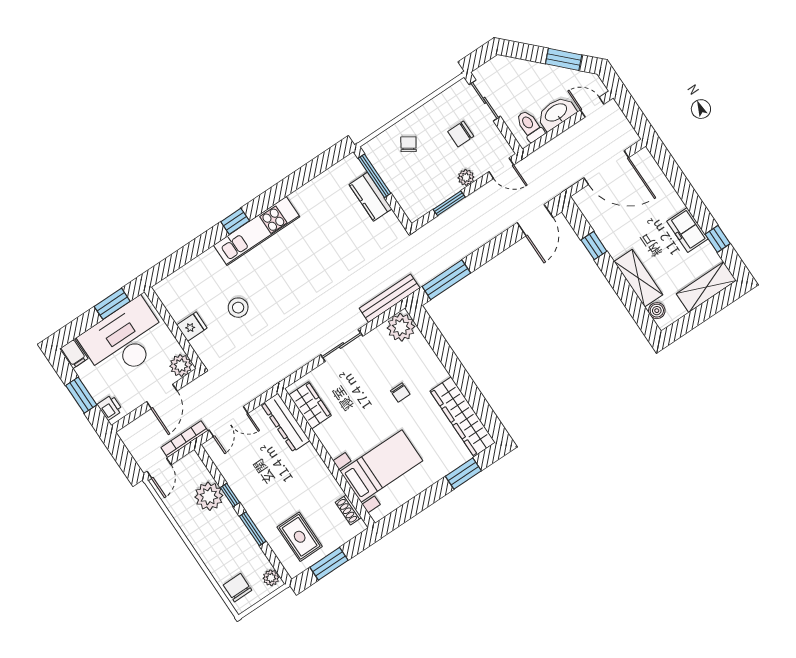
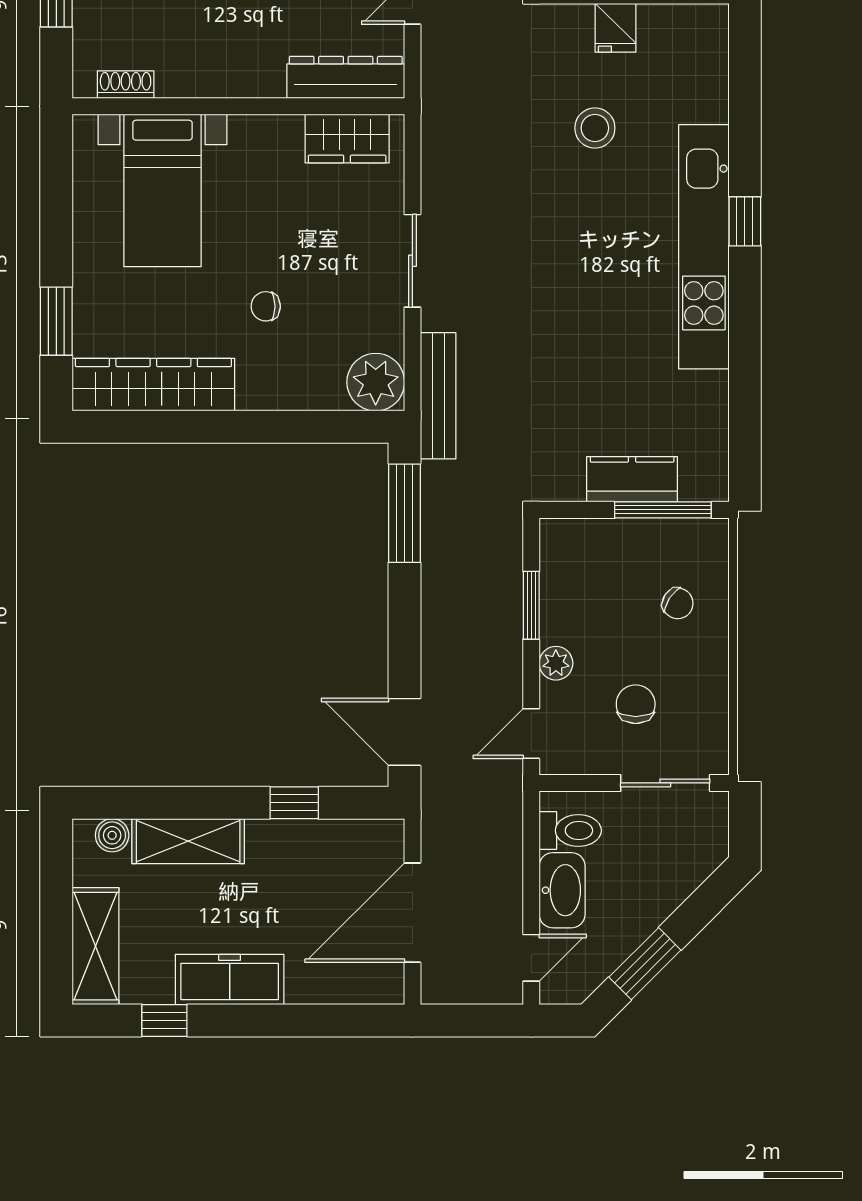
freezer: (687, 230) -> (230, 979), width x1.40
kitchen unit: (257, 231) -> (704, 247), width x1.36

